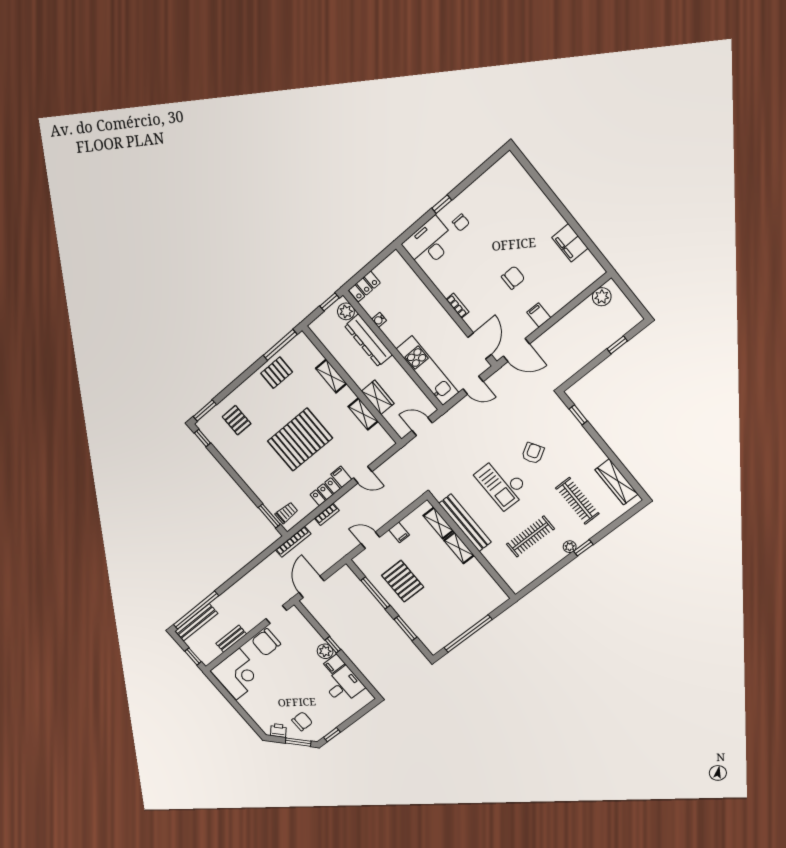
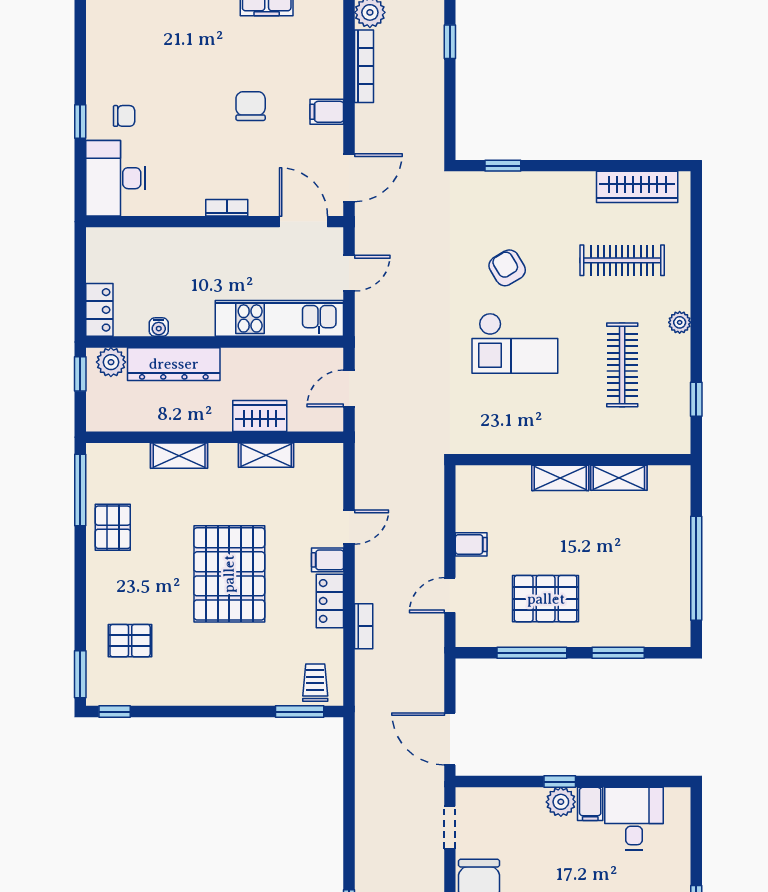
shelving: (438, 523) -> (619, 478), moved
bench: (465, 523) -> (531, 440), removed
bookcase: (293, 542) -> (364, 66), moved
window: (583, 548) -> (696, 399), moved

